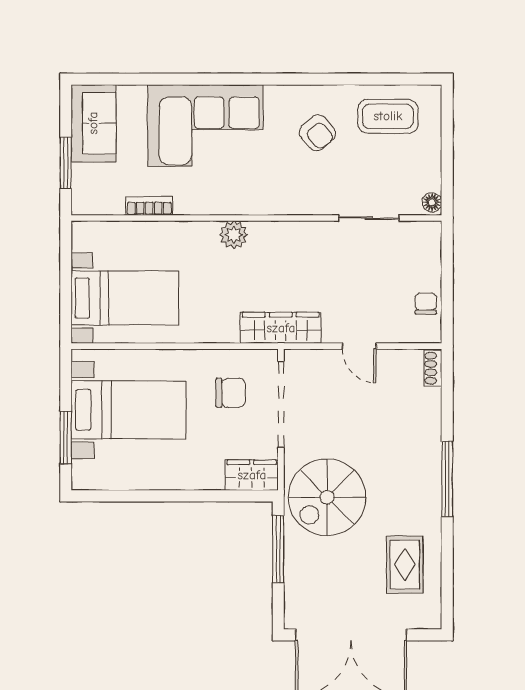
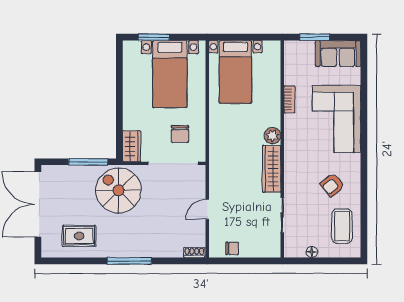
floor lamp: (432, 202) -> (312, 252), moved
bookcase: (149, 206) -> (289, 99), moved
wardrobe: (281, 328) -> (272, 169), moved, turned 180

